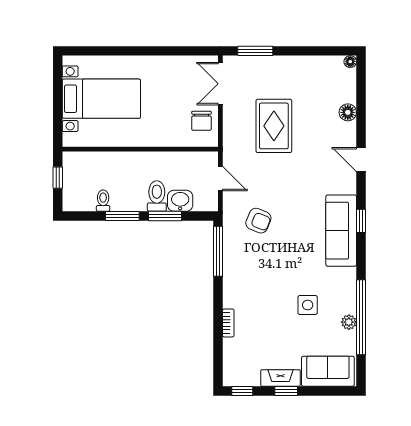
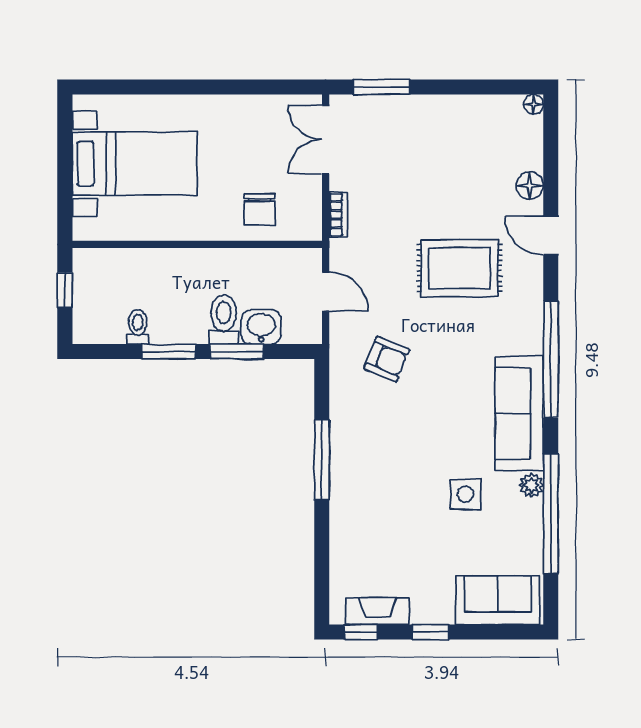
chair: (201, 121) -> (259, 209), moved
rug: (274, 126) -> (459, 268), moved, turned 90
door: (361, 160) -> (551, 236), moved
window: (361, 221) -> (551, 359), width x3.17
sofa: (341, 231) -> (519, 414), moved
window: (218, 251) -> (322, 460), moved
plant: (349, 322) -> (531, 485), moved
bookcase: (228, 323) -> (338, 215), moved
fireplace: (280, 378) -> (377, 611), moved

